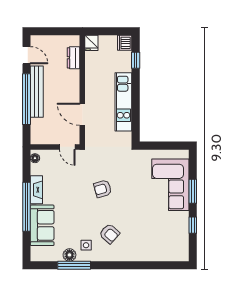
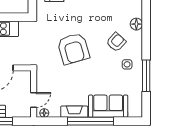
door: (67, 147) -> (34, 100), moved
armchair: (103, 189) -> (73, 49), width x1.88, depth x1.88
floor lamp: (69, 255) -> (136, 24), moved

